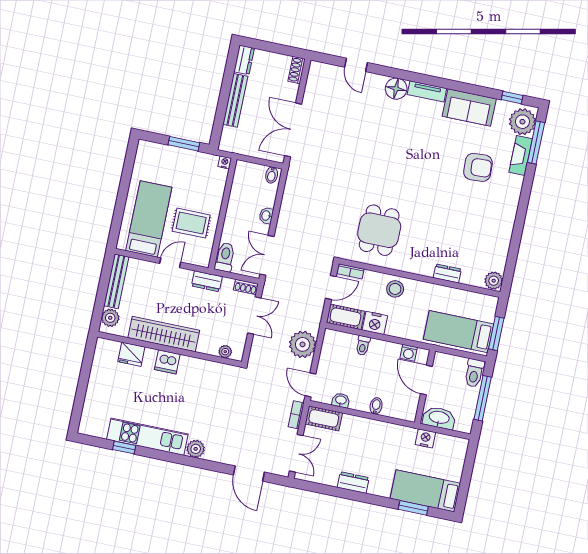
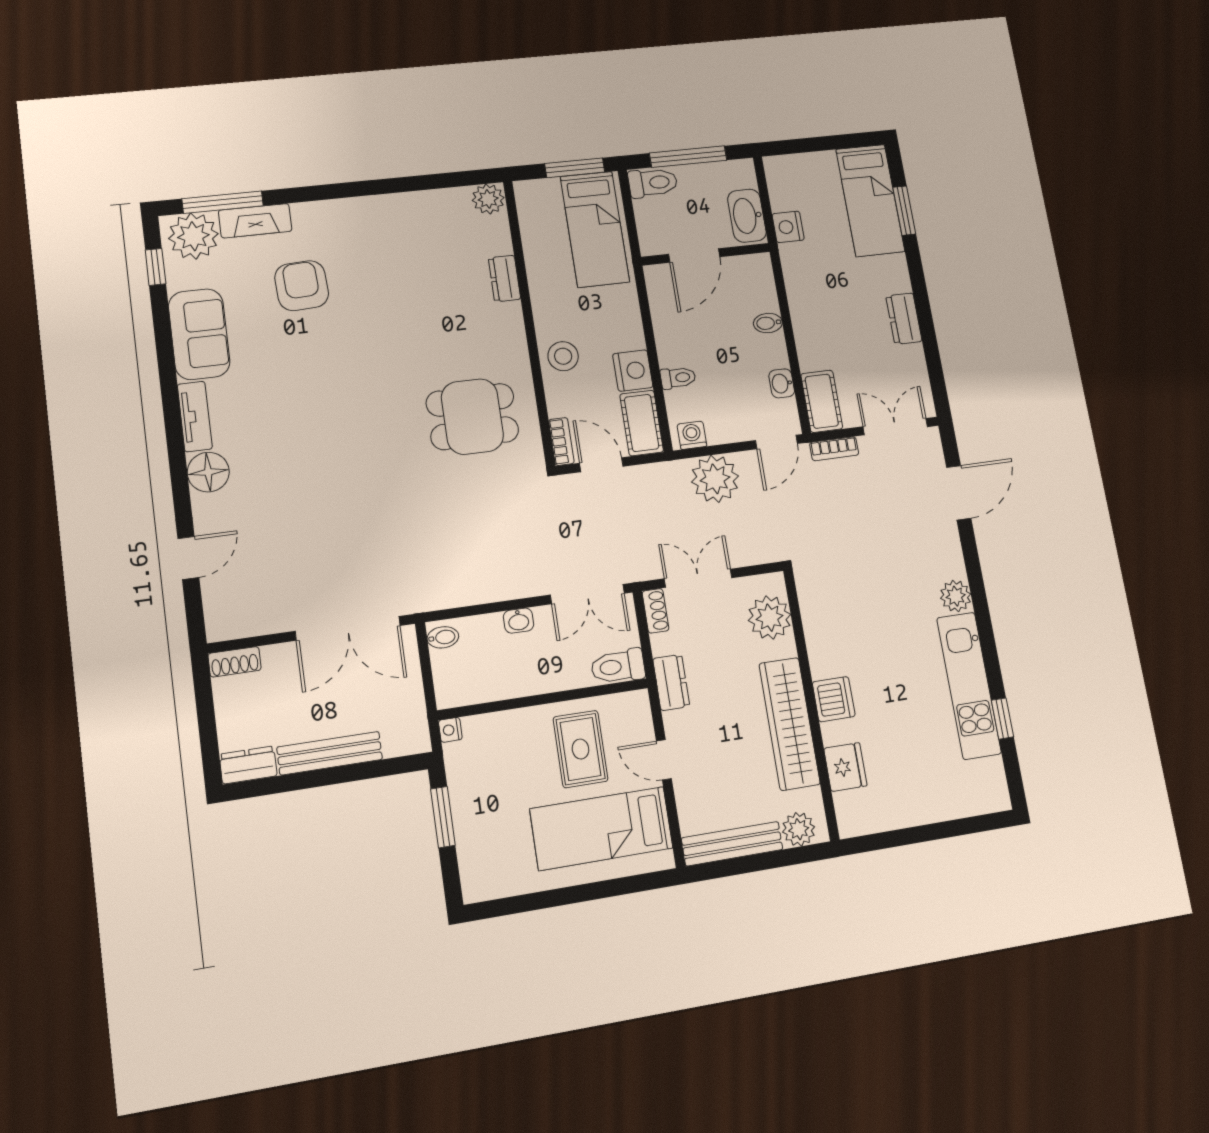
plant: (225, 352) -> (770, 618), width x1.87, depth x1.87
washing machine: (409, 353) -> (692, 435), moved, turned -90

